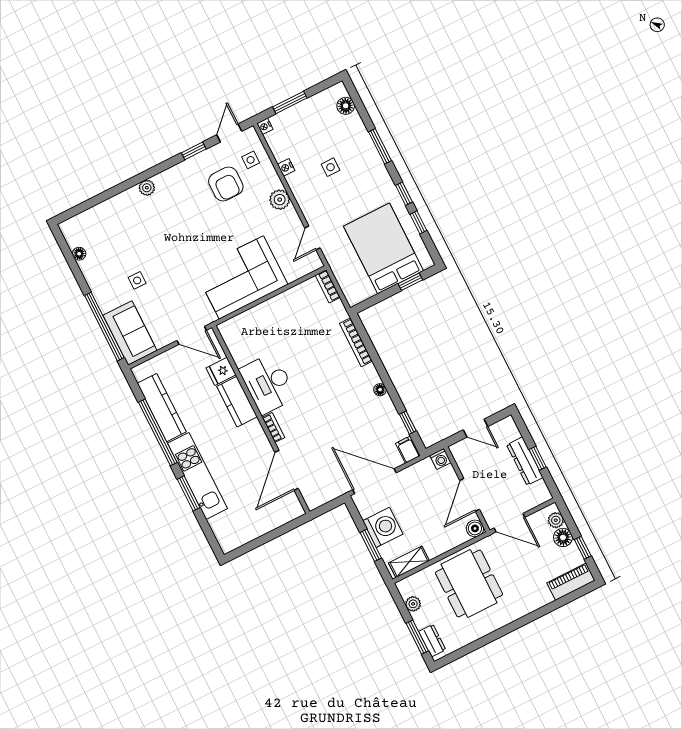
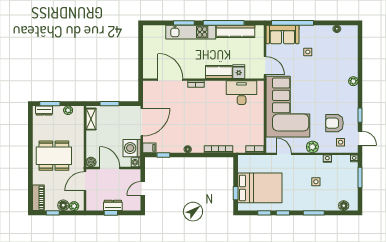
corner sofa: (241, 277) -> (288, 107), width x1.36, depth x1.36
door: (192, 335) -> (265, 66), swing flipped
desk: (268, 383) -> (242, 93), moved
dresser: (525, 461) -> (113, 205), width x0.70
washing machine: (383, 527) -> (132, 148), moved, turned 90
dining table: (469, 584) -> (54, 156), moved

